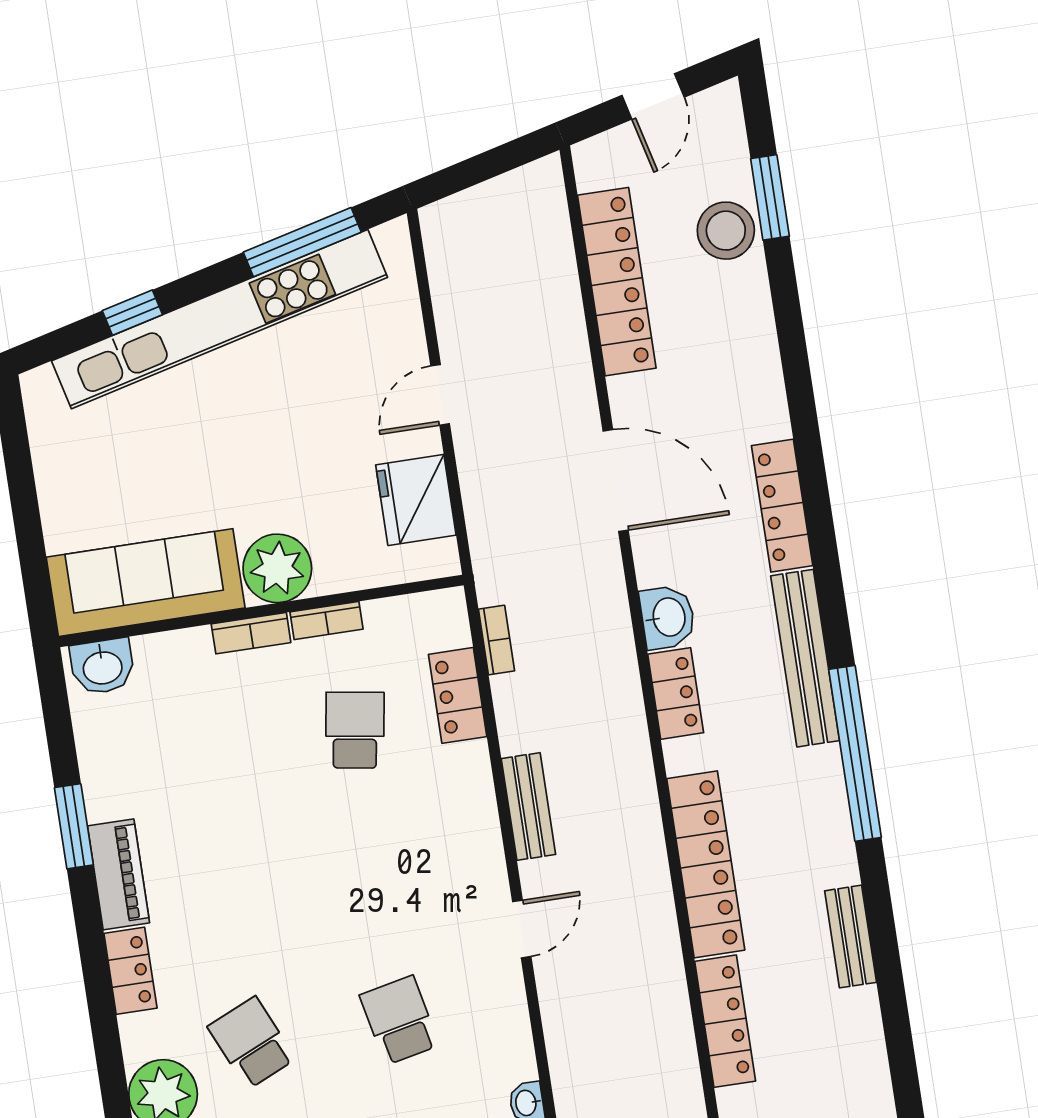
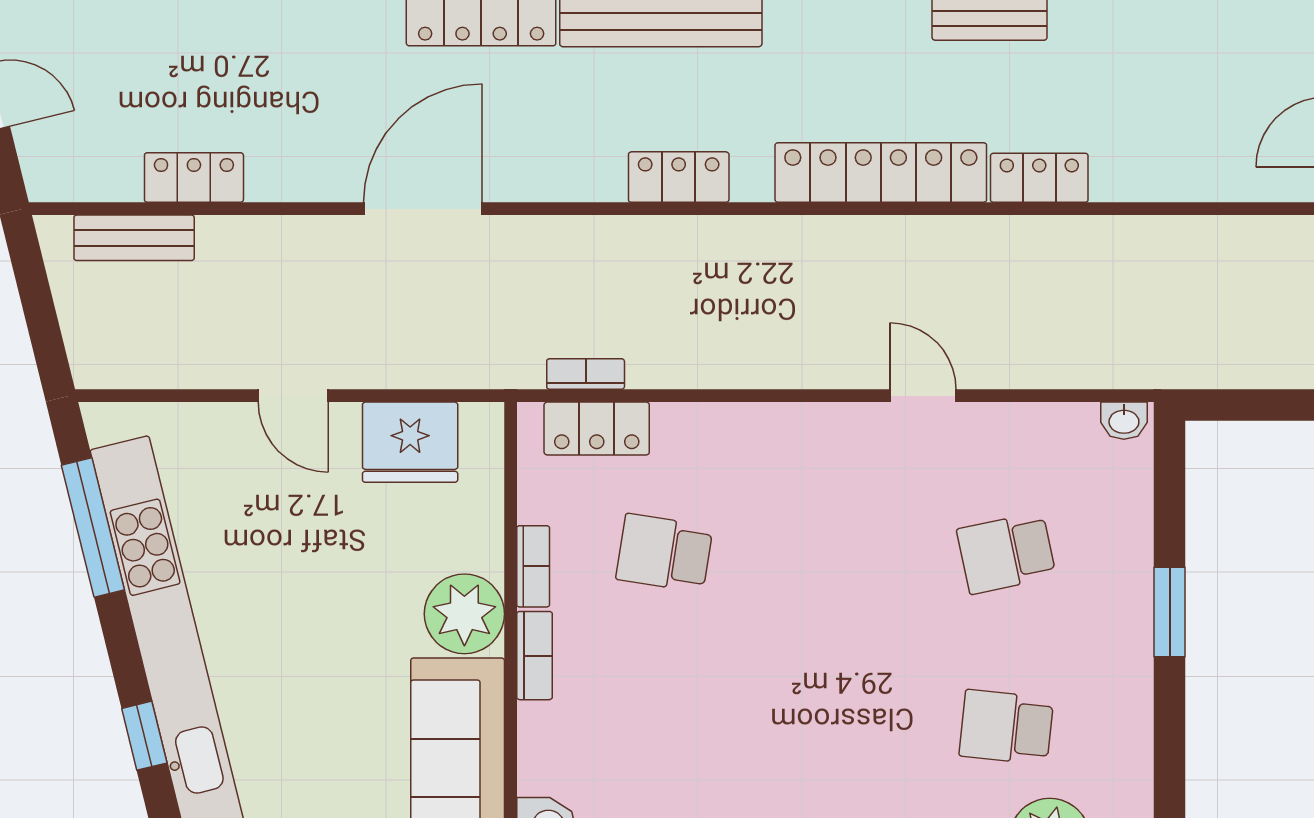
stool: (726, 231) -> (154, 38), removed
locker: (617, 282) -> (194, 177), width x0.46, depth x0.83
washbasin: (668, 617) -> (589, 173), removed
locker: (458, 695) -> (597, 428), moved
bench: (528, 806) -> (134, 238), moved
locker: (725, 1021) -> (1039, 178), width x0.66
school desk: (252, 1043) -> (1006, 727), turned 30

